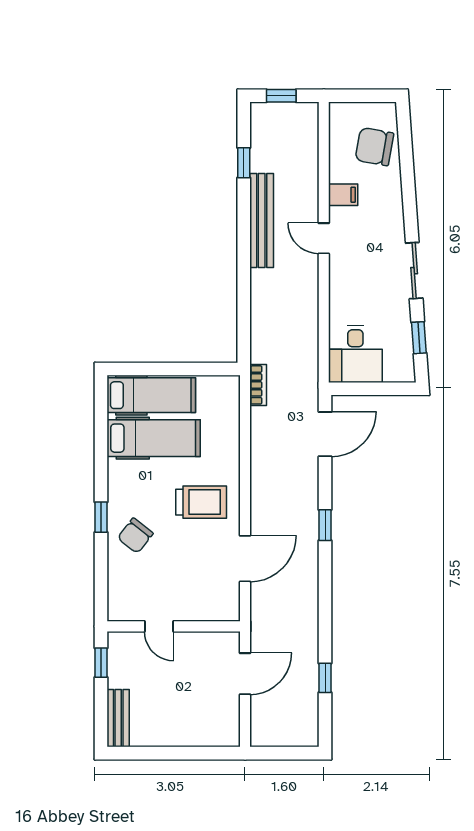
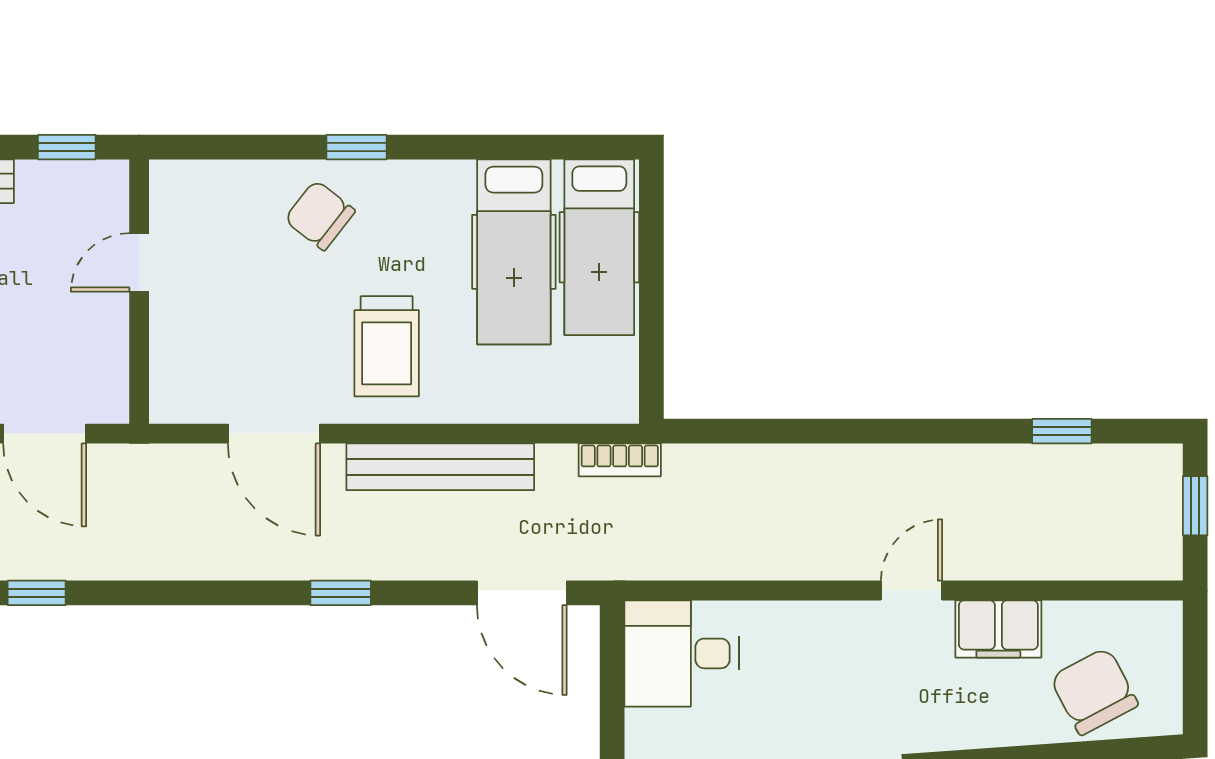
chair: (374, 147) -> (1094, 691), turned -38
filing cabinet: (343, 195) -> (998, 629), width x2.00
bench: (262, 221) -> (440, 467), moved

